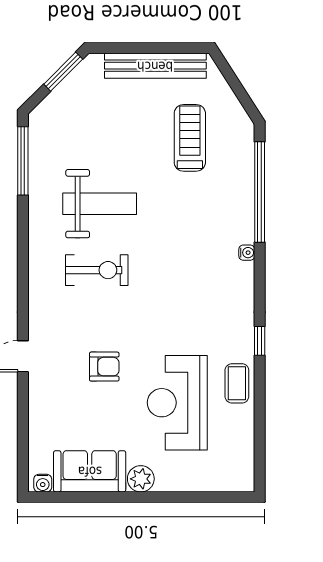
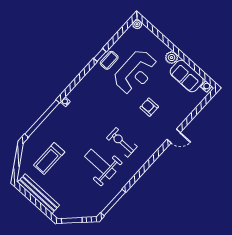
window: (260, 341) -> (100, 55), moved
plant: (245, 482) -> (137, 24), added

